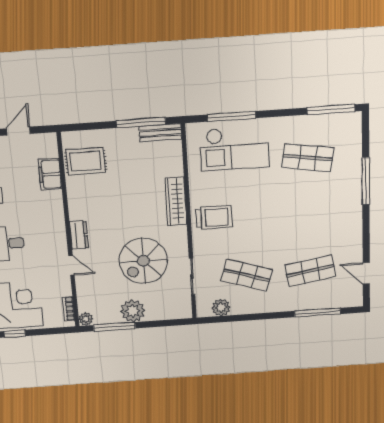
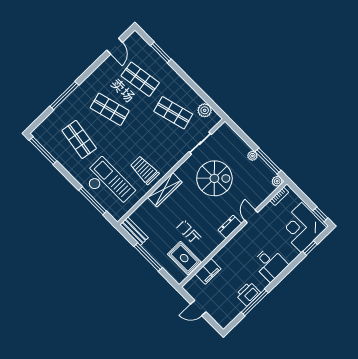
window: (141, 123) -> (148, 257), moved
shop shelf: (309, 215) -> (110, 109), added
trolley: (214, 217) -> (145, 170), moved
shop shelf: (247, 275) -> (173, 113), turned -33
plant: (133, 311) -> (252, 156), width x0.53, depth x0.53
window: (317, 313) -> (161, 52), width x0.69

